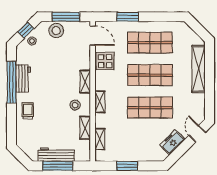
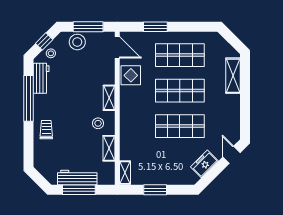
shelving: (199, 69) -> (233, 76), width x0.68
workbench: (23, 79) -> (41, 78), moved
shelving: (100, 102) -> (125, 120), removed
shelving: (100, 139) -> (125, 173), moved

